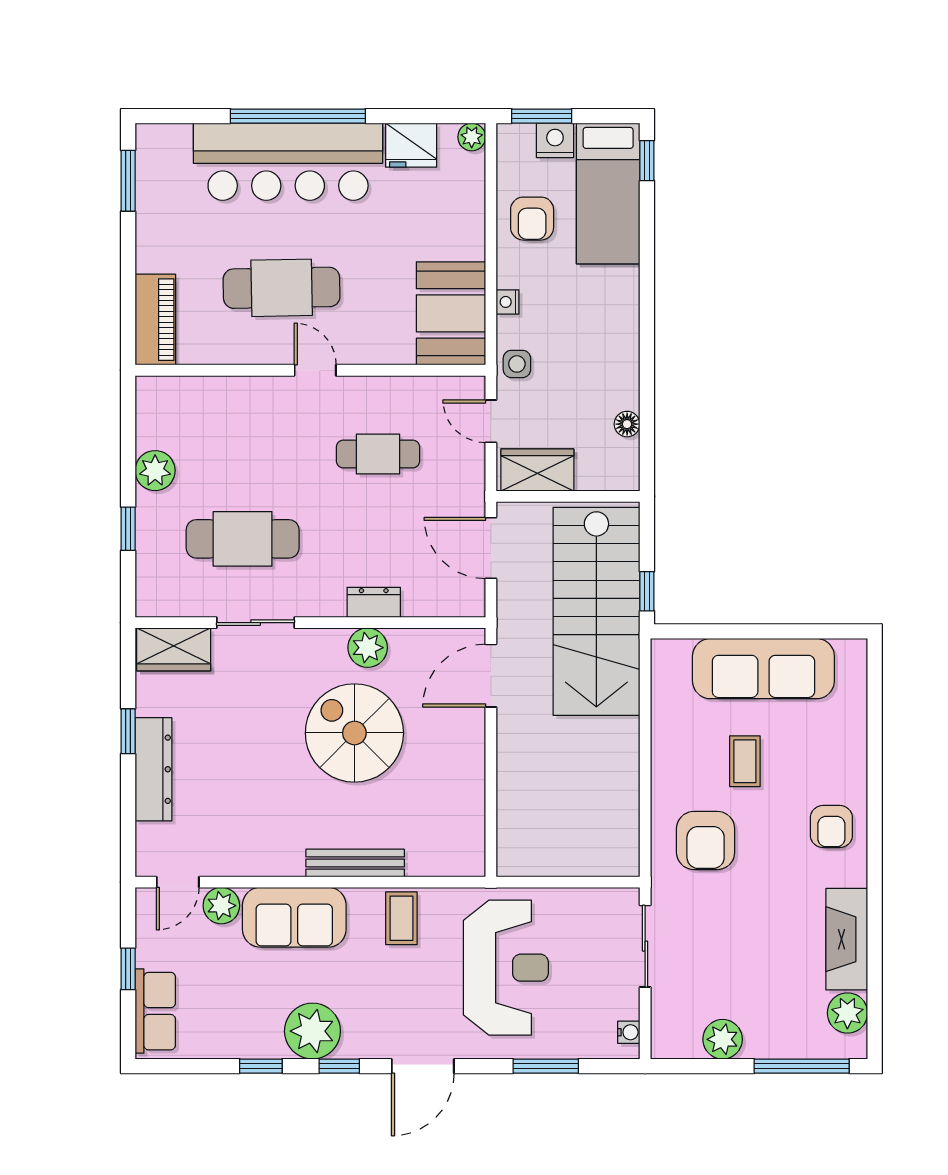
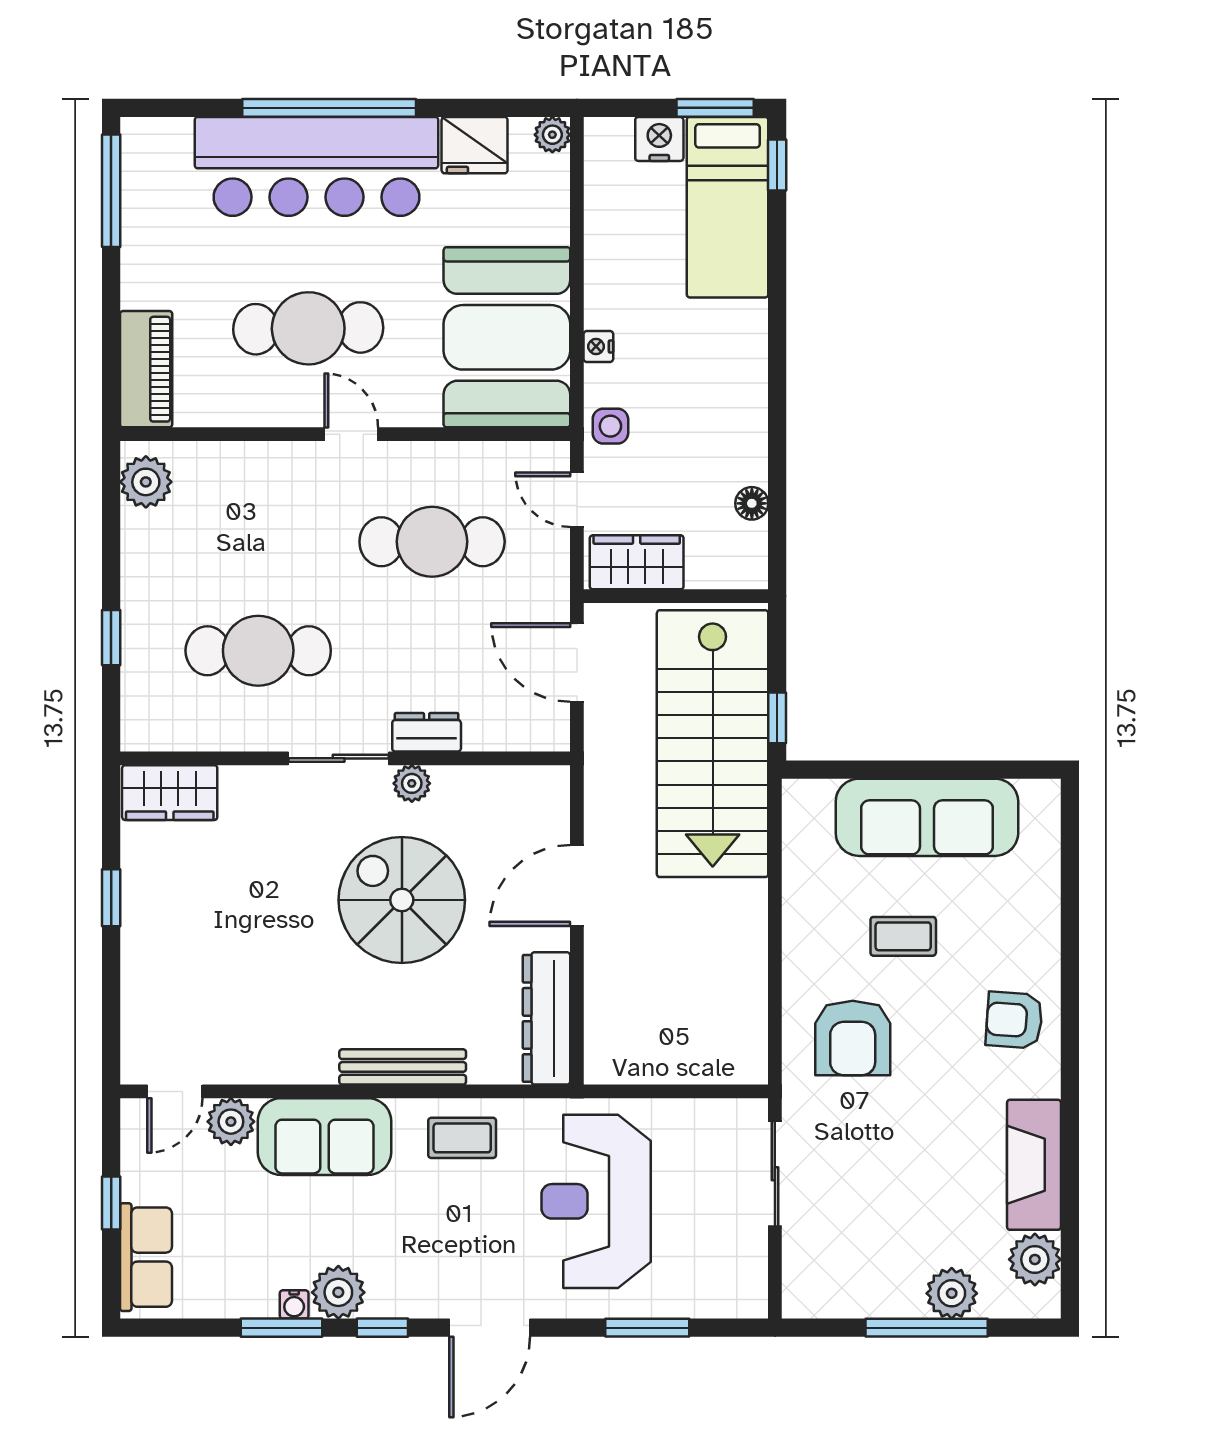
window: (542, 116) -> (715, 108), moved
window: (128, 181) -> (111, 191), width x1.44
armchair: (532, 219) -> (630, 239), removed
booth: (451, 313) -> (507, 337), width x1.36, depth x1.42
cafe table: (378, 454) -> (432, 542), width x1.37, depth x1.35
plant: (155, 471) -> (146, 482), moved
sliding door: (256, 623) -> (339, 758), moved
plant: (368, 648) -> (412, 783), width x0.73, depth x0.73
door: (491, 676) -> (577, 885), moved
coffee table: (745, 761) -> (903, 936), turned 90
dresser: (153, 769) -> (547, 1018), moved, turned 180
armchair: (831, 826) -> (1014, 1020), turned 94
coffee table: (401, 918) -> (462, 1138), turned 90
reception desk: (506, 968) -> (596, 1201), turned 180
plant: (312, 1031) -> (338, 1292), width x0.73, depth x0.73
water cooler: (629, 1032) -> (294, 1304), moved, turned 90
plant: (723, 1039) -> (952, 1293), moved
window: (261, 1066) -> (282, 1328), width x1.50
window: (802, 1066) -> (927, 1328), moved

